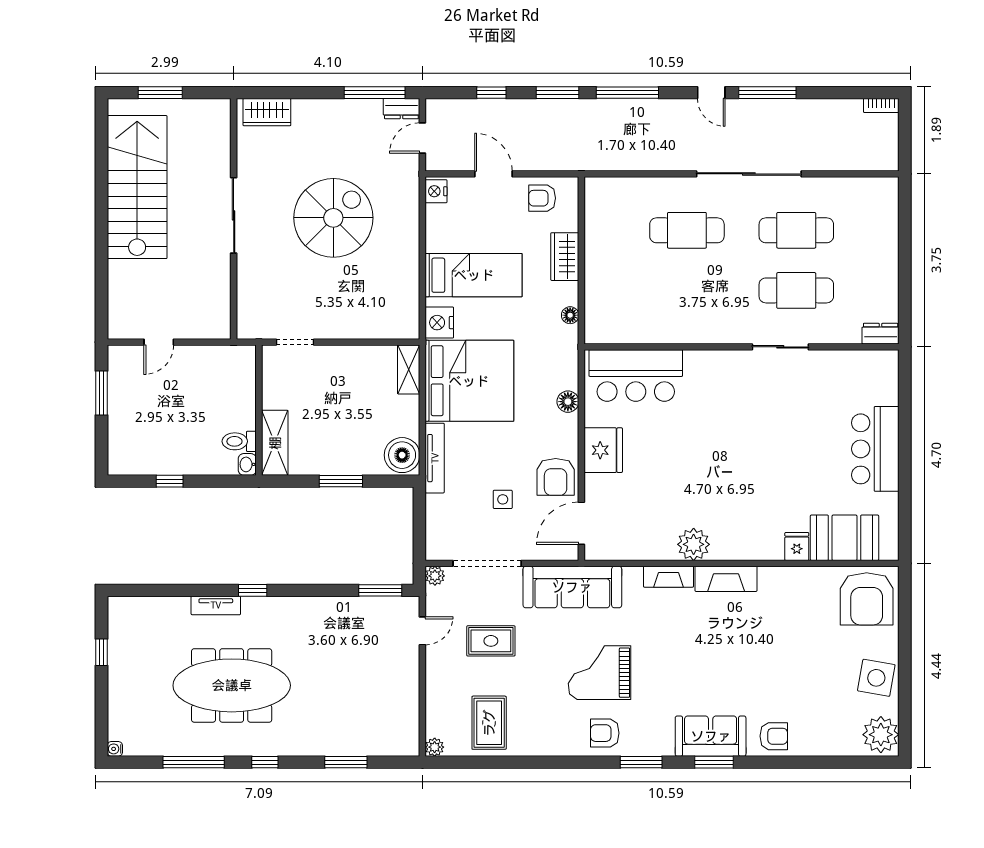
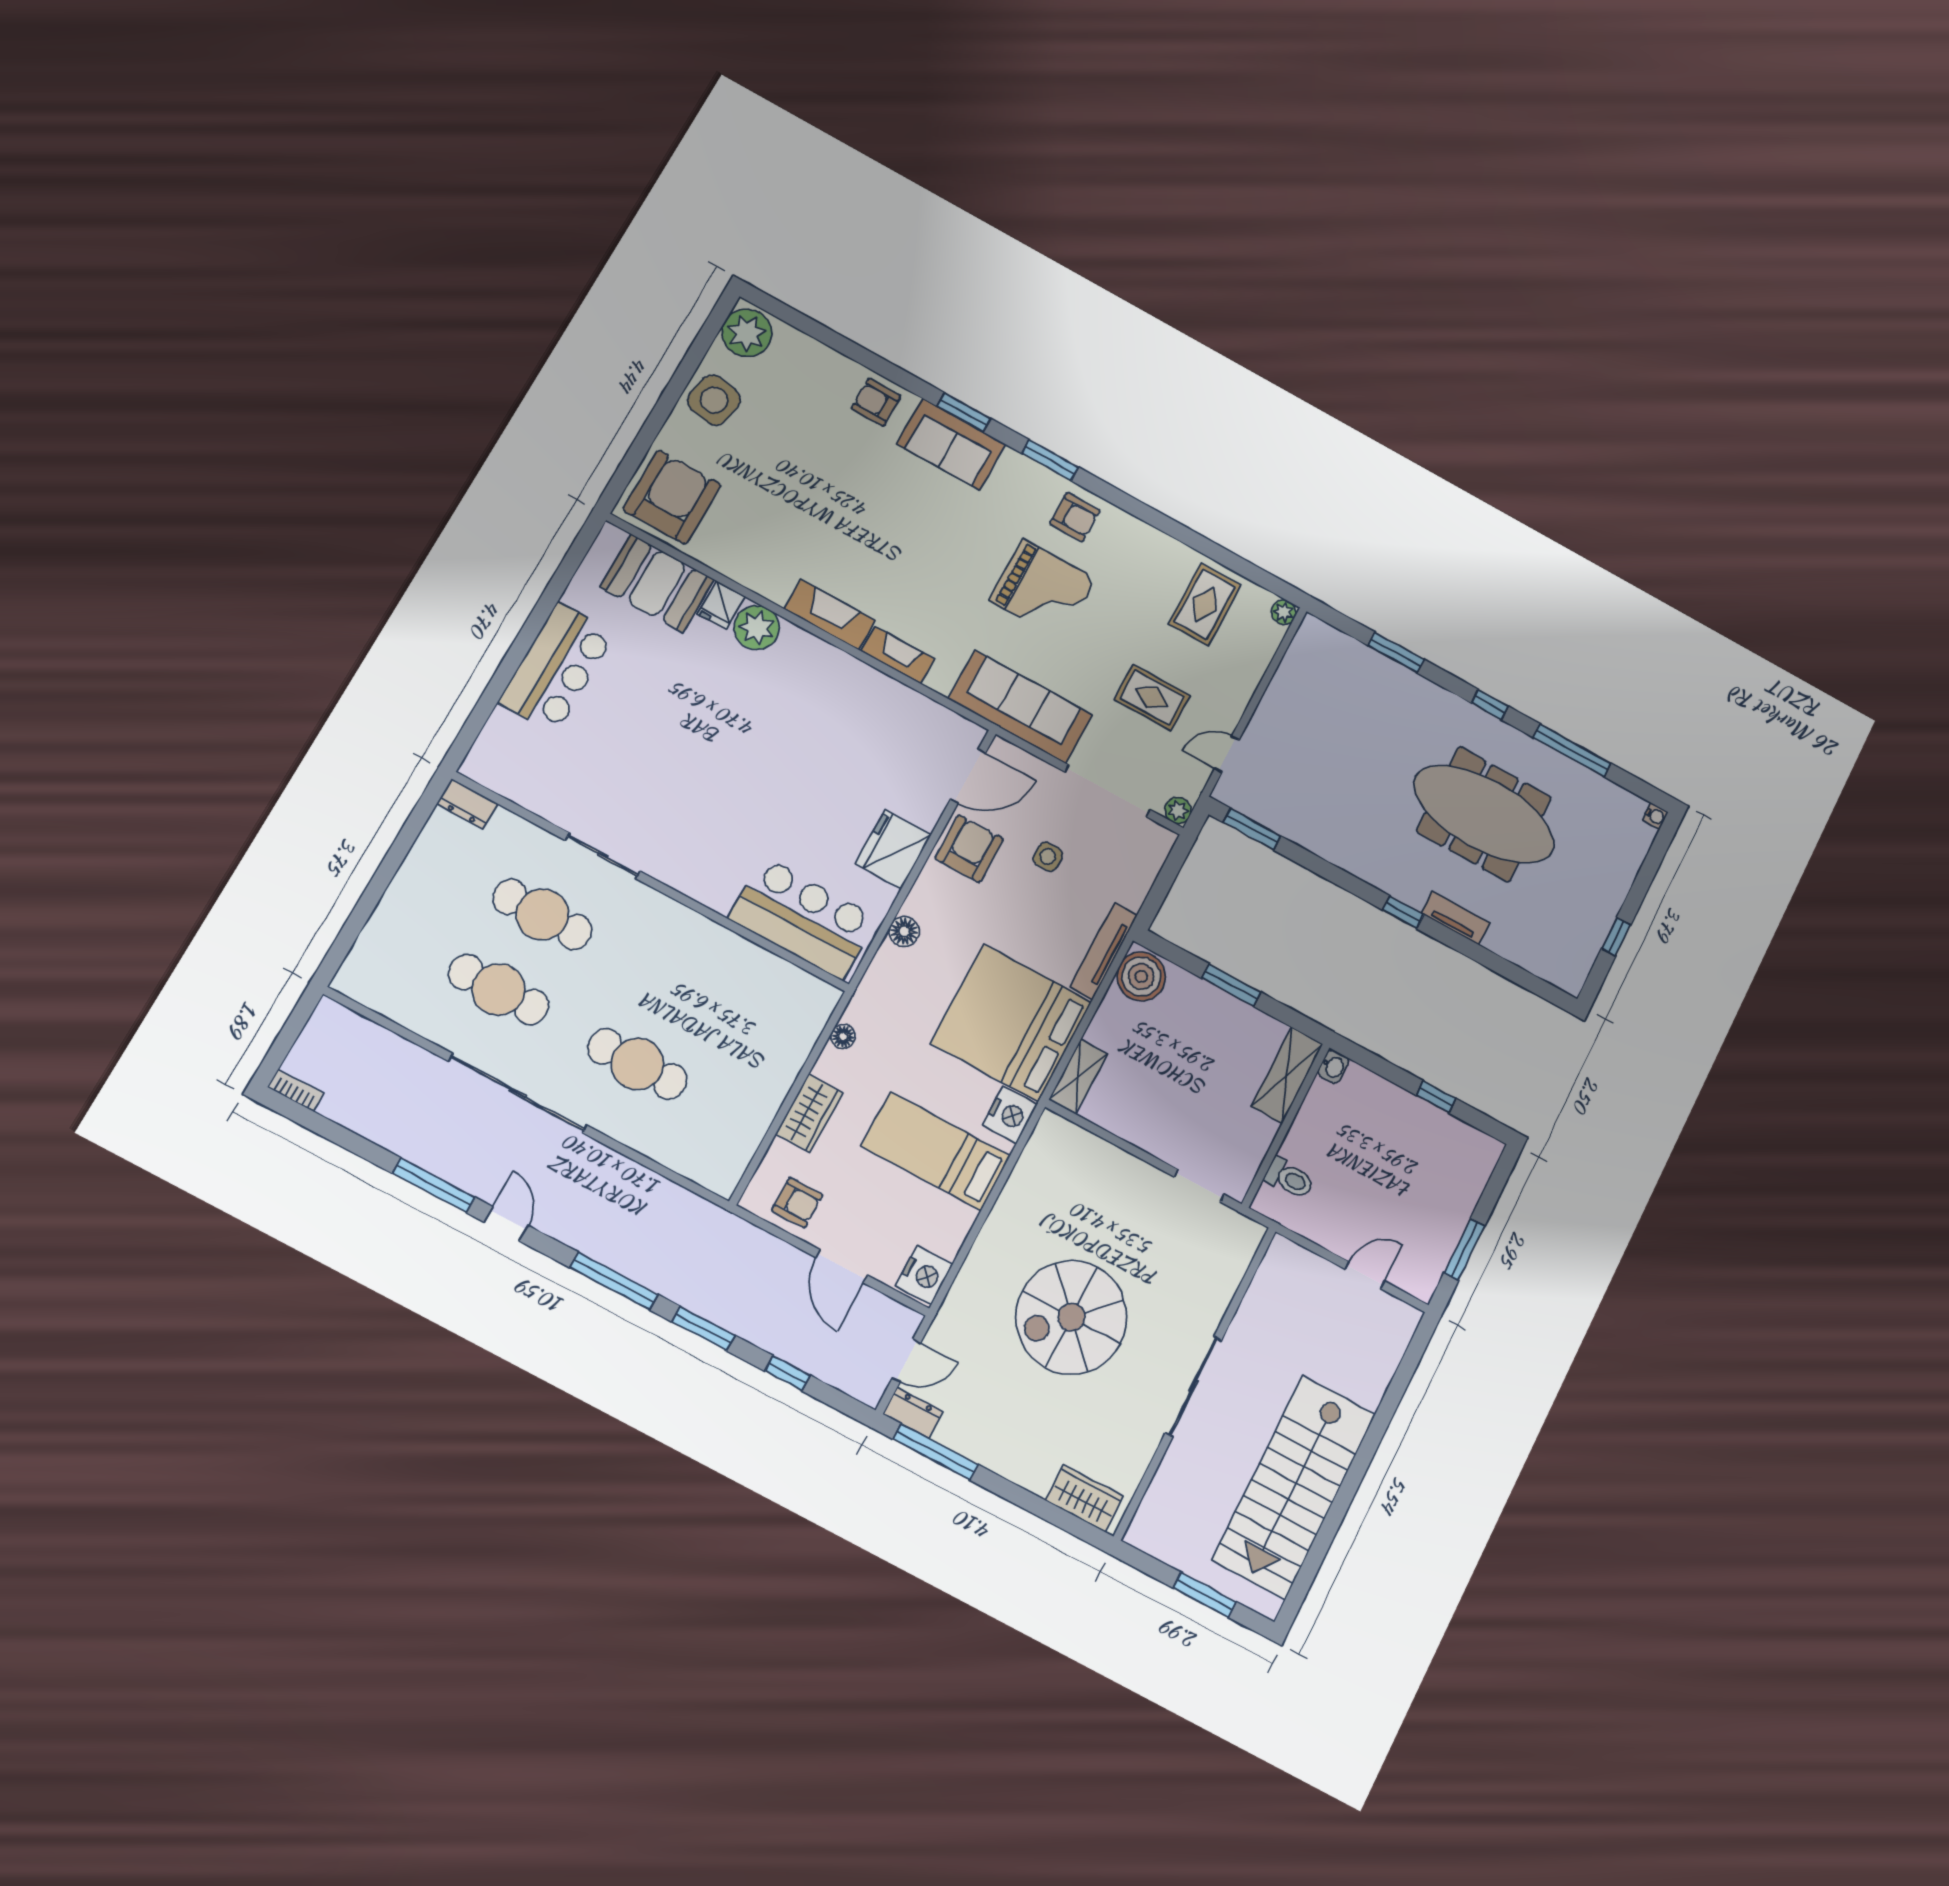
nightstand: (436, 191) -> (924, 1275), width x1.36, depth x1.33
toilet: (239, 441) -> (1289, 1178), moved
plant: (694, 544) -> (757, 628), moved

